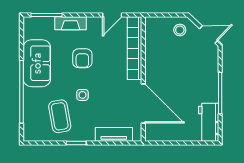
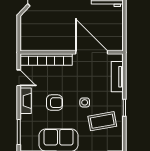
fireplace: (71, 23) -> (26, 101), moved
stool: (180, 30) -> (31, 22), removed
door: (143, 103) -> (92, 52), hinge flipped

